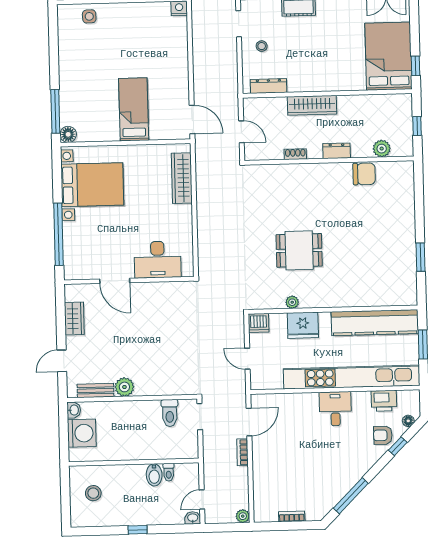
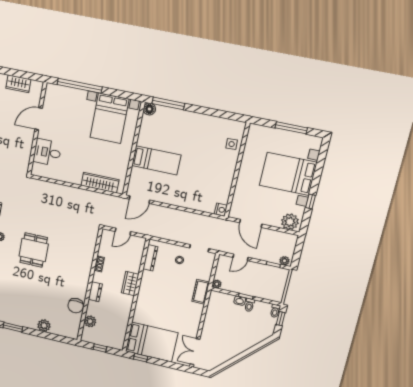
wardrobe: (312, 105) -> (130, 283), width x0.67
plant: (406, 213) -> (44, 326), added
desk: (158, 260) -> (47, 152), width x0.73

